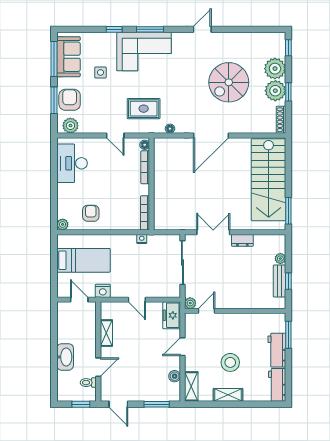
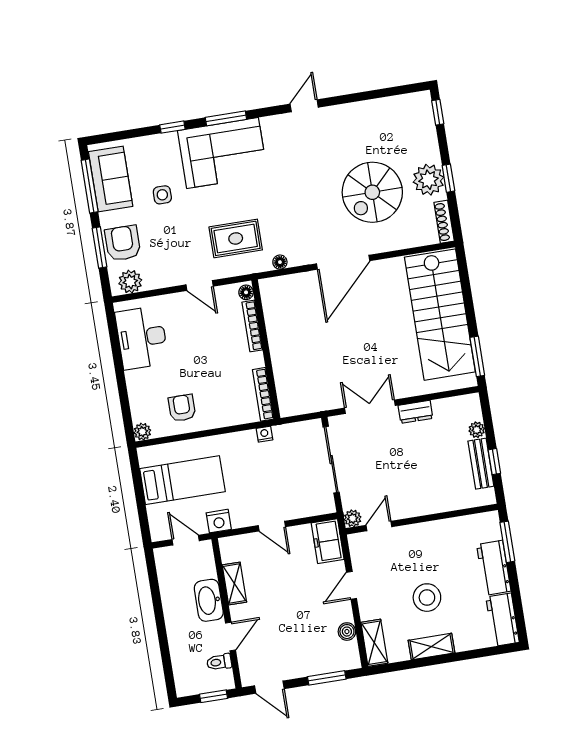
plant: (275, 69) -> (423, 147), removed
spiral stairs: (229, 82) -> (372, 192), moved
washbasin: (65, 357) -> (209, 600), moved, turned 180

